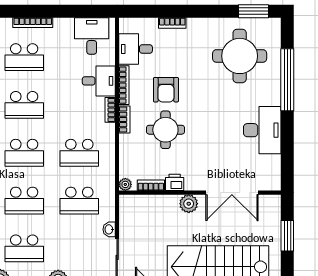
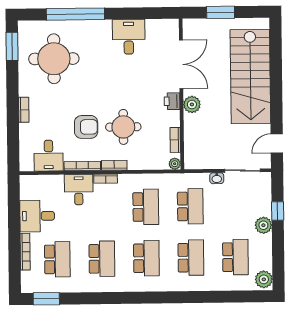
bookcase: (172, 23) -> (24, 110), moved
desk: (92, 36) -> (37, 216), moved
desk: (262, 130) -> (129, 37), width x0.73
printer: (175, 182) -> (172, 101), moved

